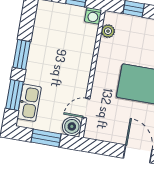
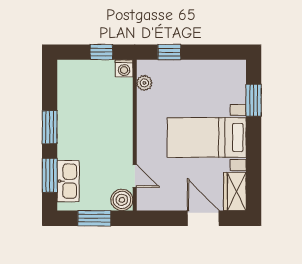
door: (86, 108) -> (135, 176), swing flipped

